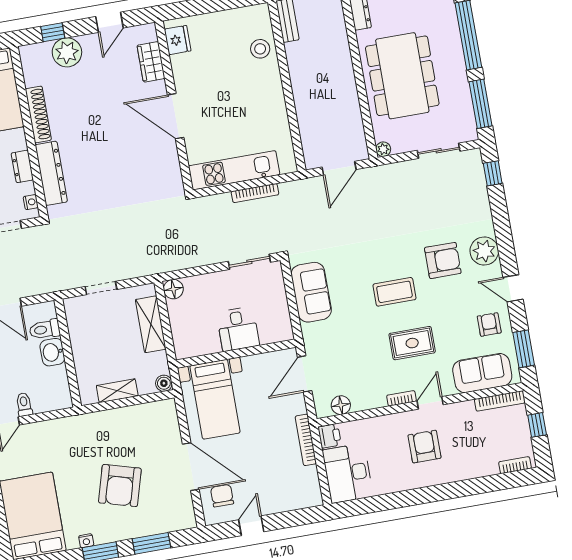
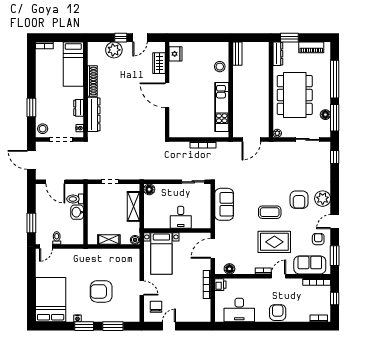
window: (53, 32) -> (121, 38), moved
floor lamp: (463, 101) -> (325, 115), added
kitchen unit: (234, 170) -> (222, 107), moved, turned -90
armchair: (443, 260) -> (299, 200), turned 90
door: (513, 288) -> (335, 222), hinge flipped
rug: (412, 343) -> (274, 242), width x1.36, depth x1.43
armchair: (424, 447) -> (278, 313), moved
door: (191, 467) -> (142, 288), width x0.53
desk: (348, 473) -> (239, 310), moved, turned -90
armchair: (120, 486) -> (101, 291), turned 74

